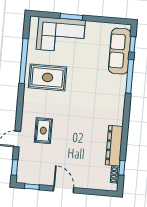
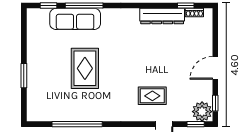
corner sofa: (61, 35) -> (45, 86), removed
sofa: (120, 51) -> (75, 19), moved
rug: (47, 77) -> (85, 68), moved
plant: (25, 174) -> (202, 112), added

